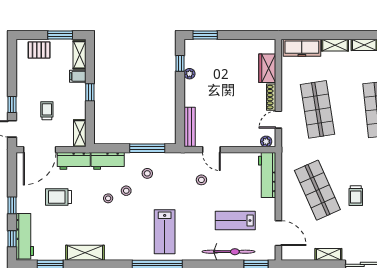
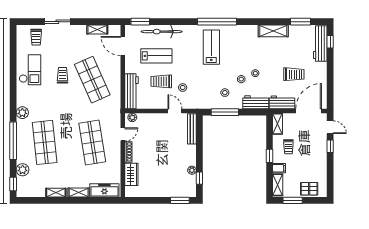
trolley: (47, 111) -> (288, 147), moved
trolley: (229, 188) -> (161, 81), added
window: (12, 205) -> (330, 68), removed
shelving: (328, 254) -> (97, 30), moved

